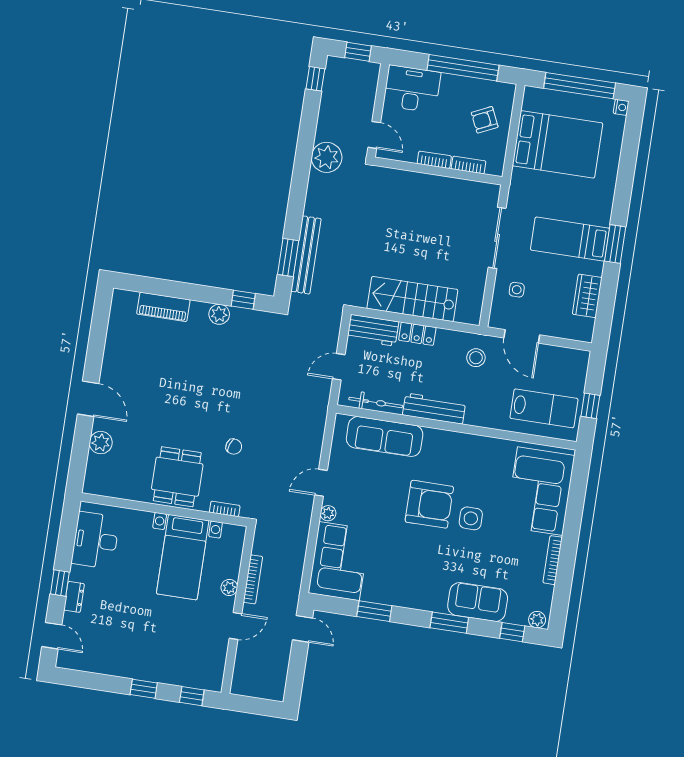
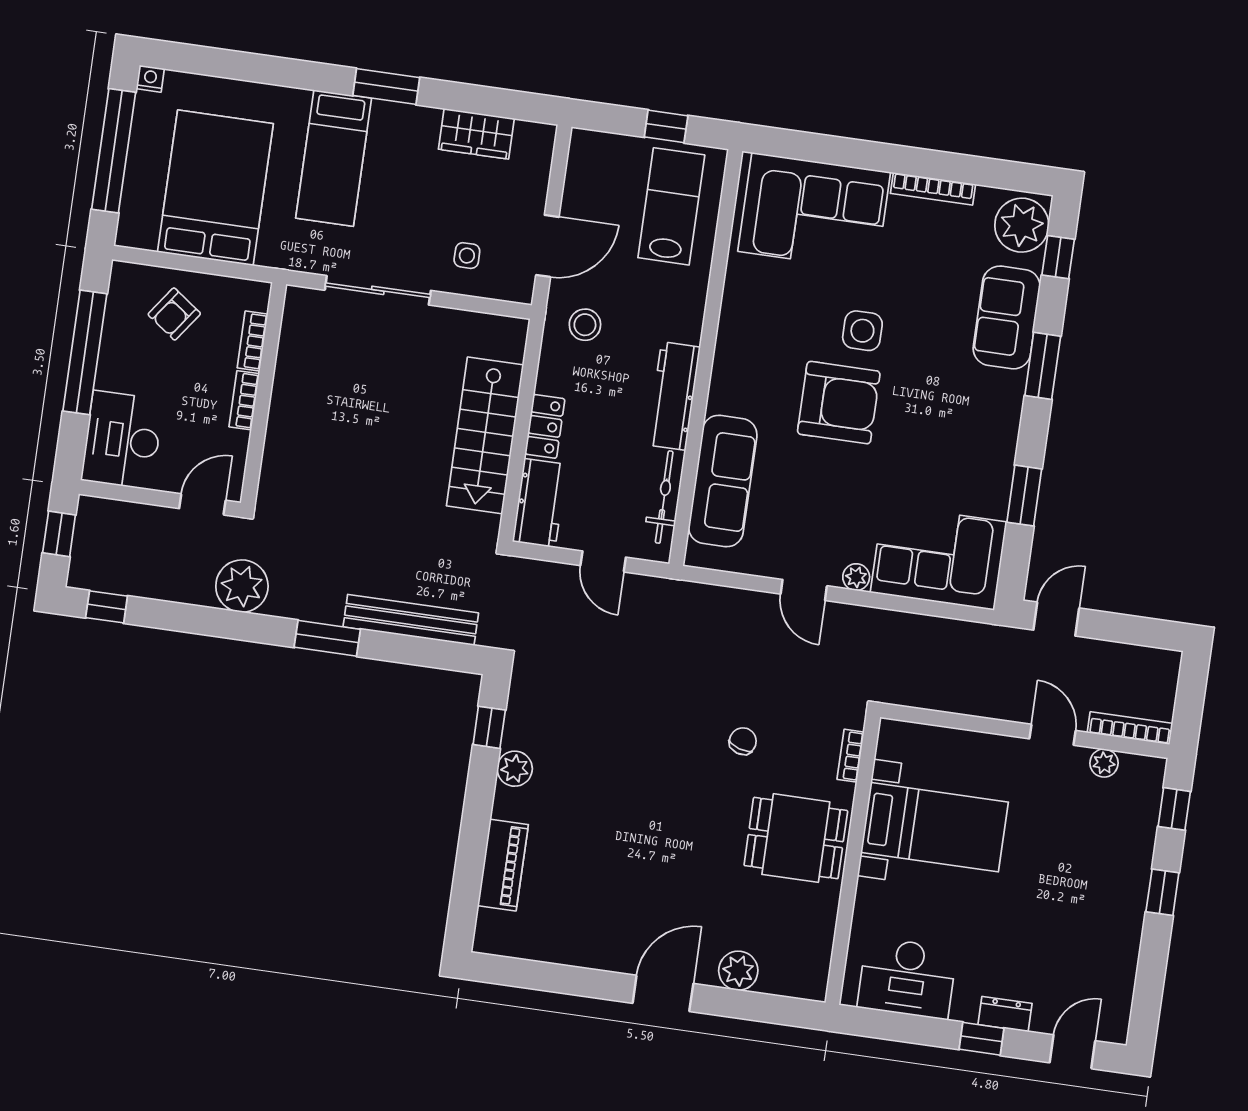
armchair: (485, 120) -> (174, 314), turned 61
bed: (570, 239) -> (334, 158), moved
window: (288, 257) -> (327, 638), moved
armchair: (429, 504) -> (839, 403), turned 90
bookcase: (253, 579) -> (1130, 728), moved
plant: (229, 588) -> (1104, 763), moved
plant: (537, 620) -> (1022, 225), width x1.88, depth x1.88

